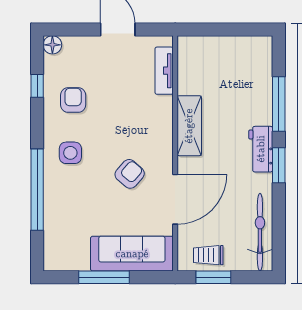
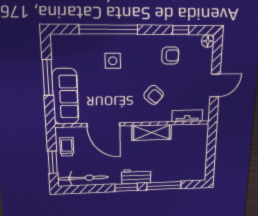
side table: (70, 153) -> (113, 61), moved
armchair: (130, 174) -> (154, 95), moved
window: (213, 277) -> (53, 162), moved

